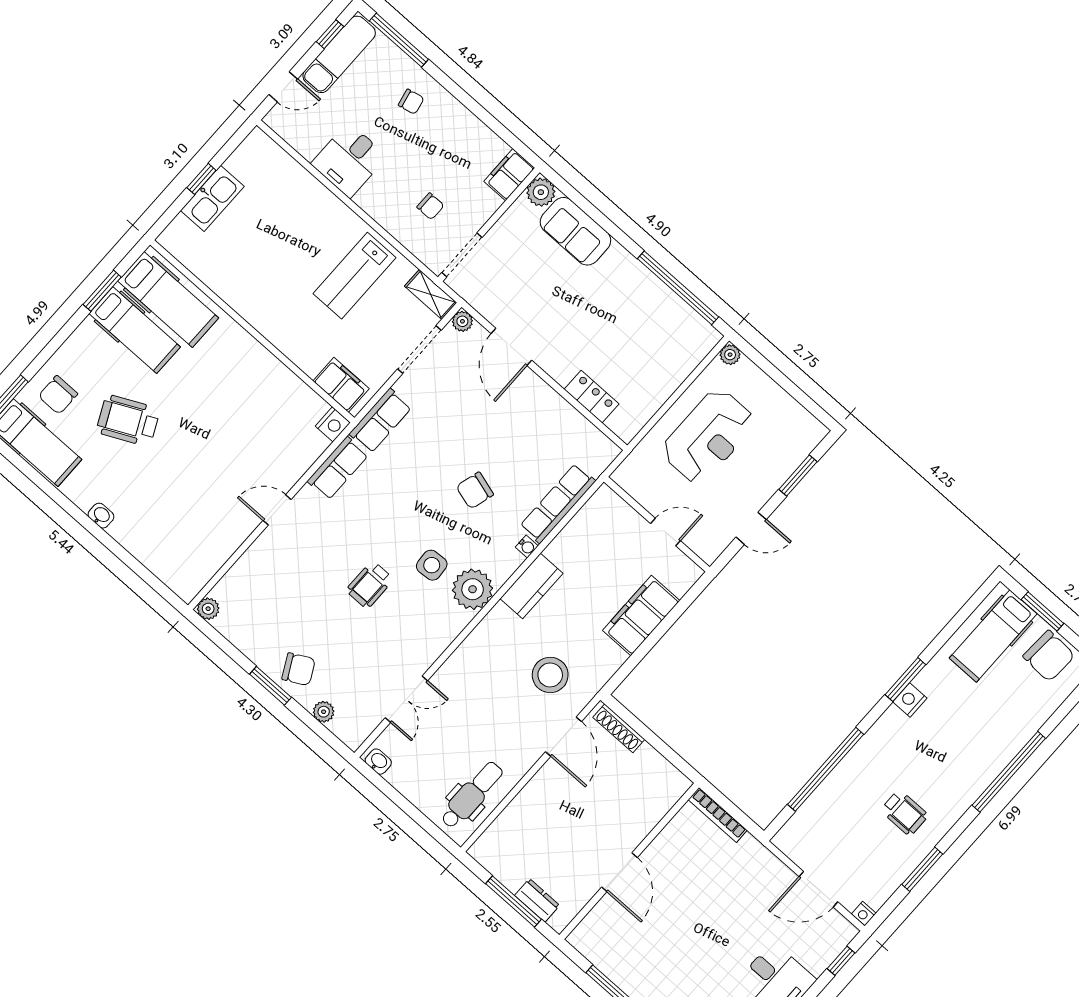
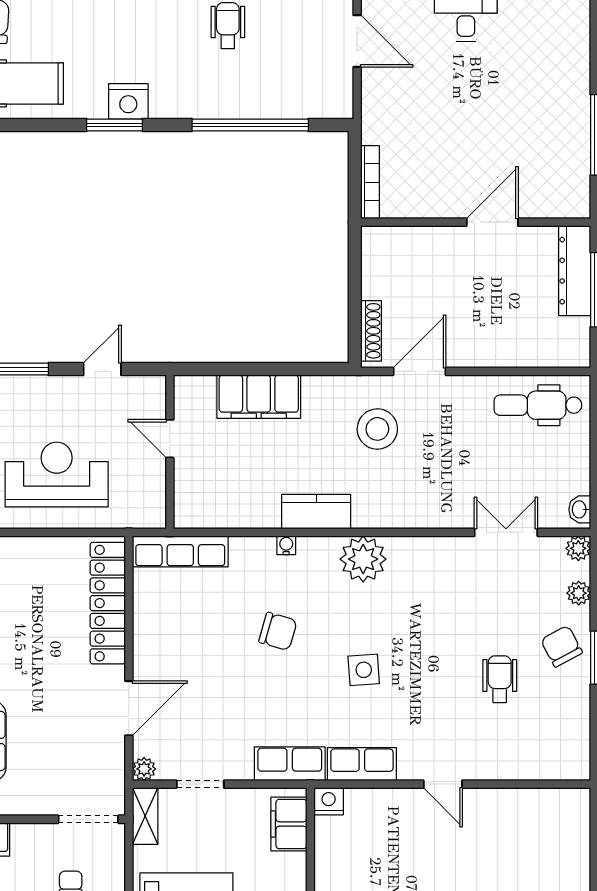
doorway: (419, 350) -> (200, 784), width x0.73
locker: (591, 397) -> (108, 603), width x2.16, depth x1.21
row of seats: (558, 503) -> (180, 551), moved
door: (751, 528) -> (102, 369), hinge flipped
side table: (432, 565) -> (364, 670), moved
wheelchair: (370, 585) -> (500, 679), moved, turned -90
plant: (208, 609) -> (578, 548), moved
nightstand: (910, 700) -> (128, 101), width x1.36, depth x1.33
dresser: (537, 900) -> (575, 271), width x1.96, depth x1.24

